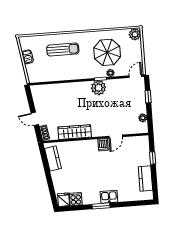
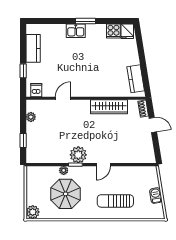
door: (135, 76) -> (103, 165), moved
dishwasher: (103, 145) -> (36, 90), moved

